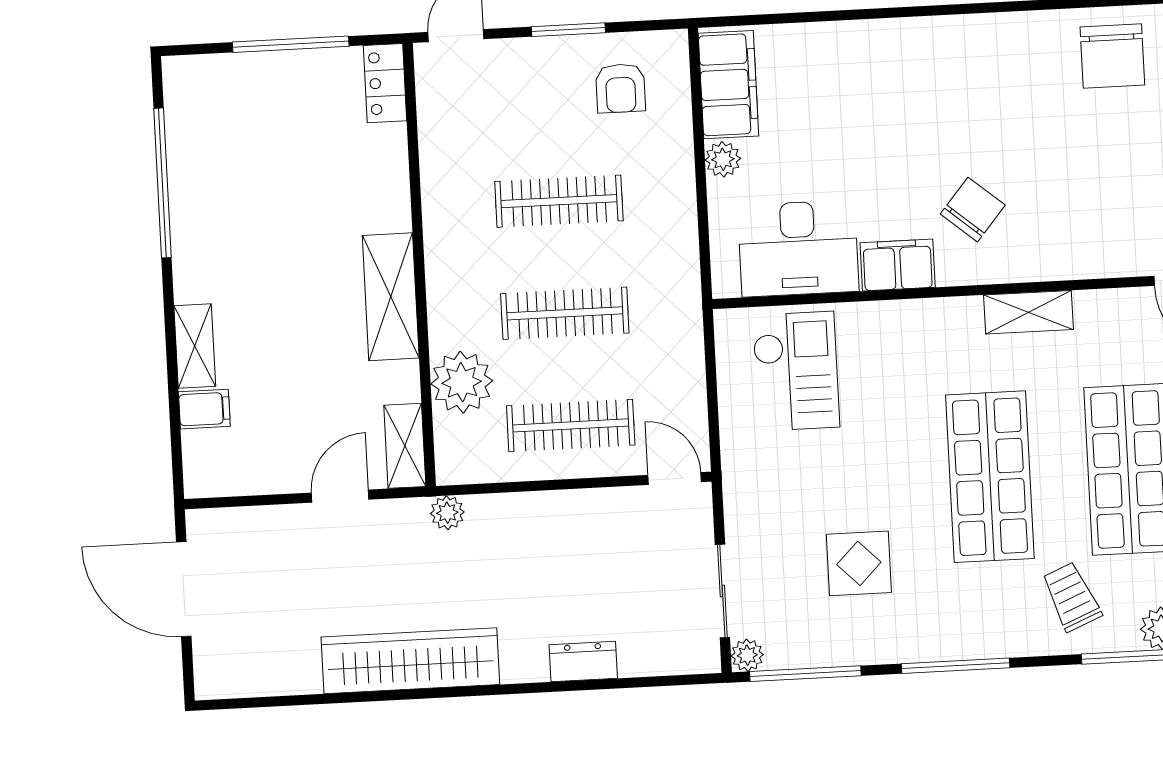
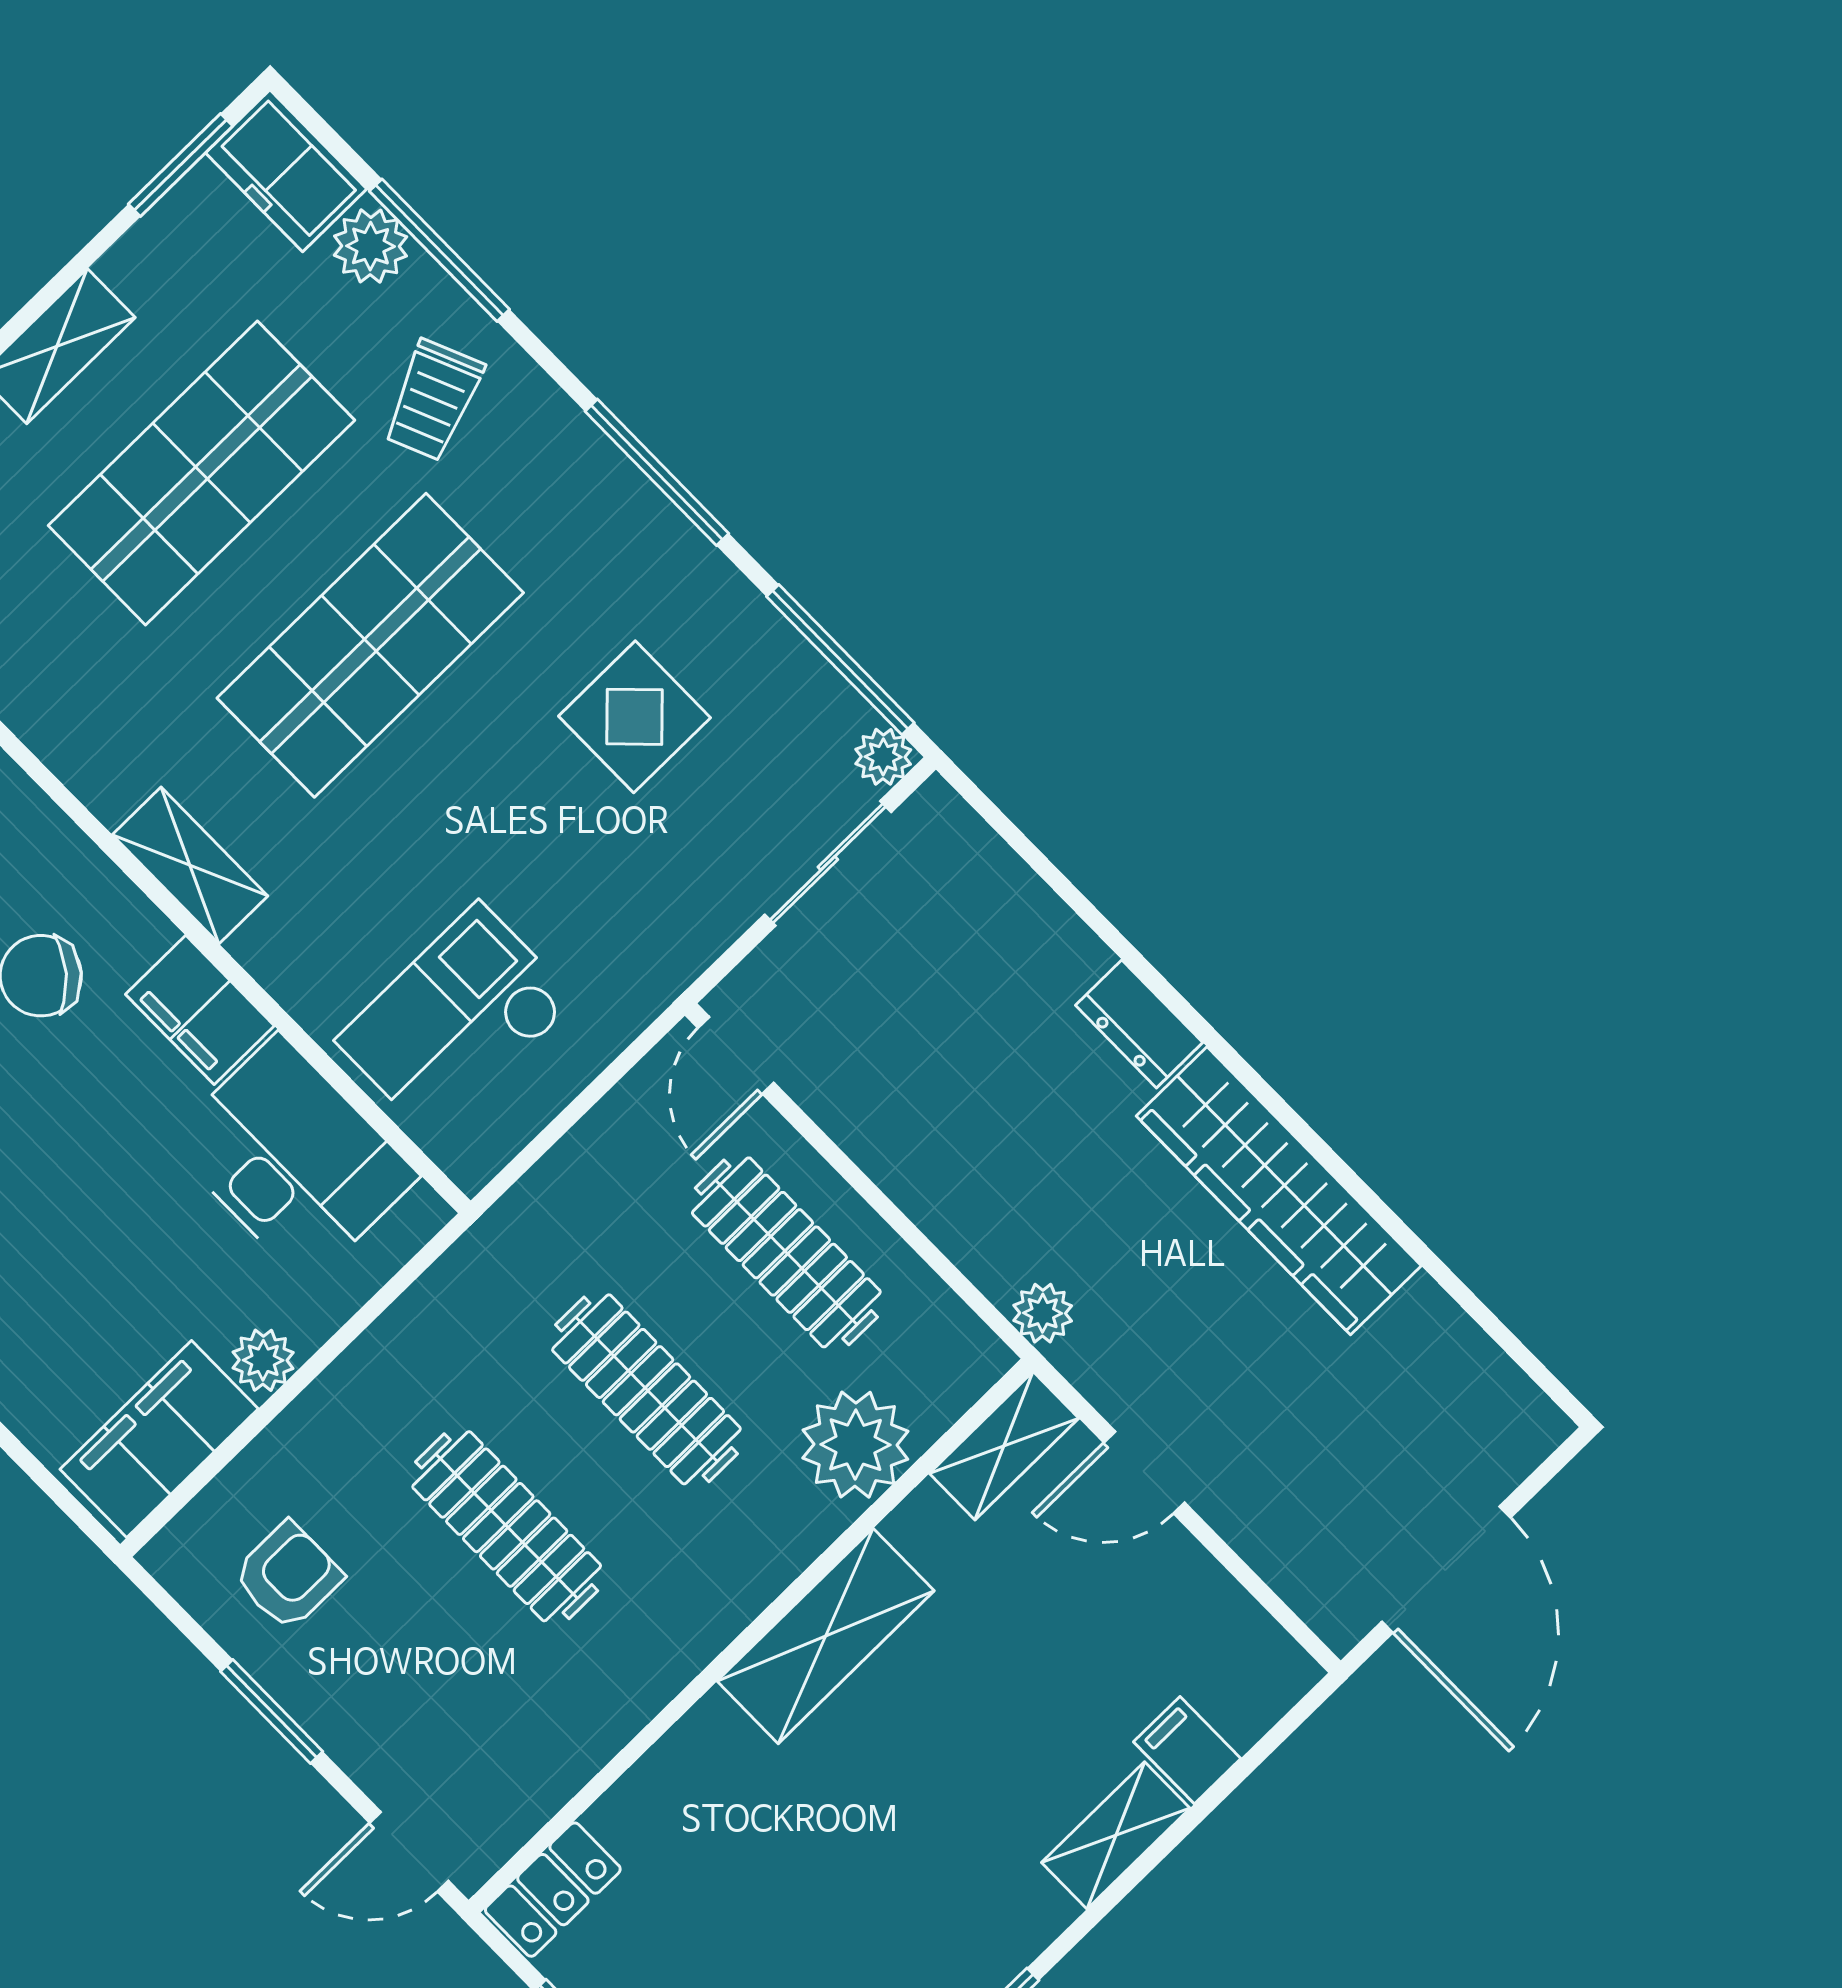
shelving: (1028, 312) -> (190, 865), moved
dresser: (583, 661) -> (1139, 1024), moved

